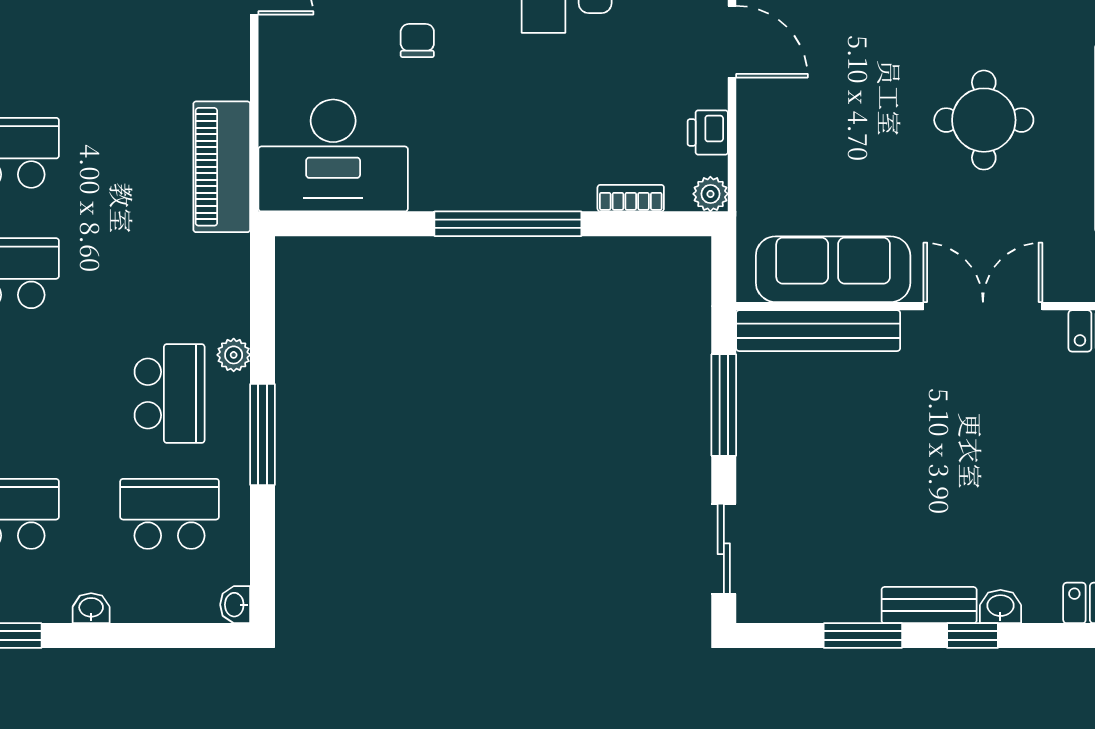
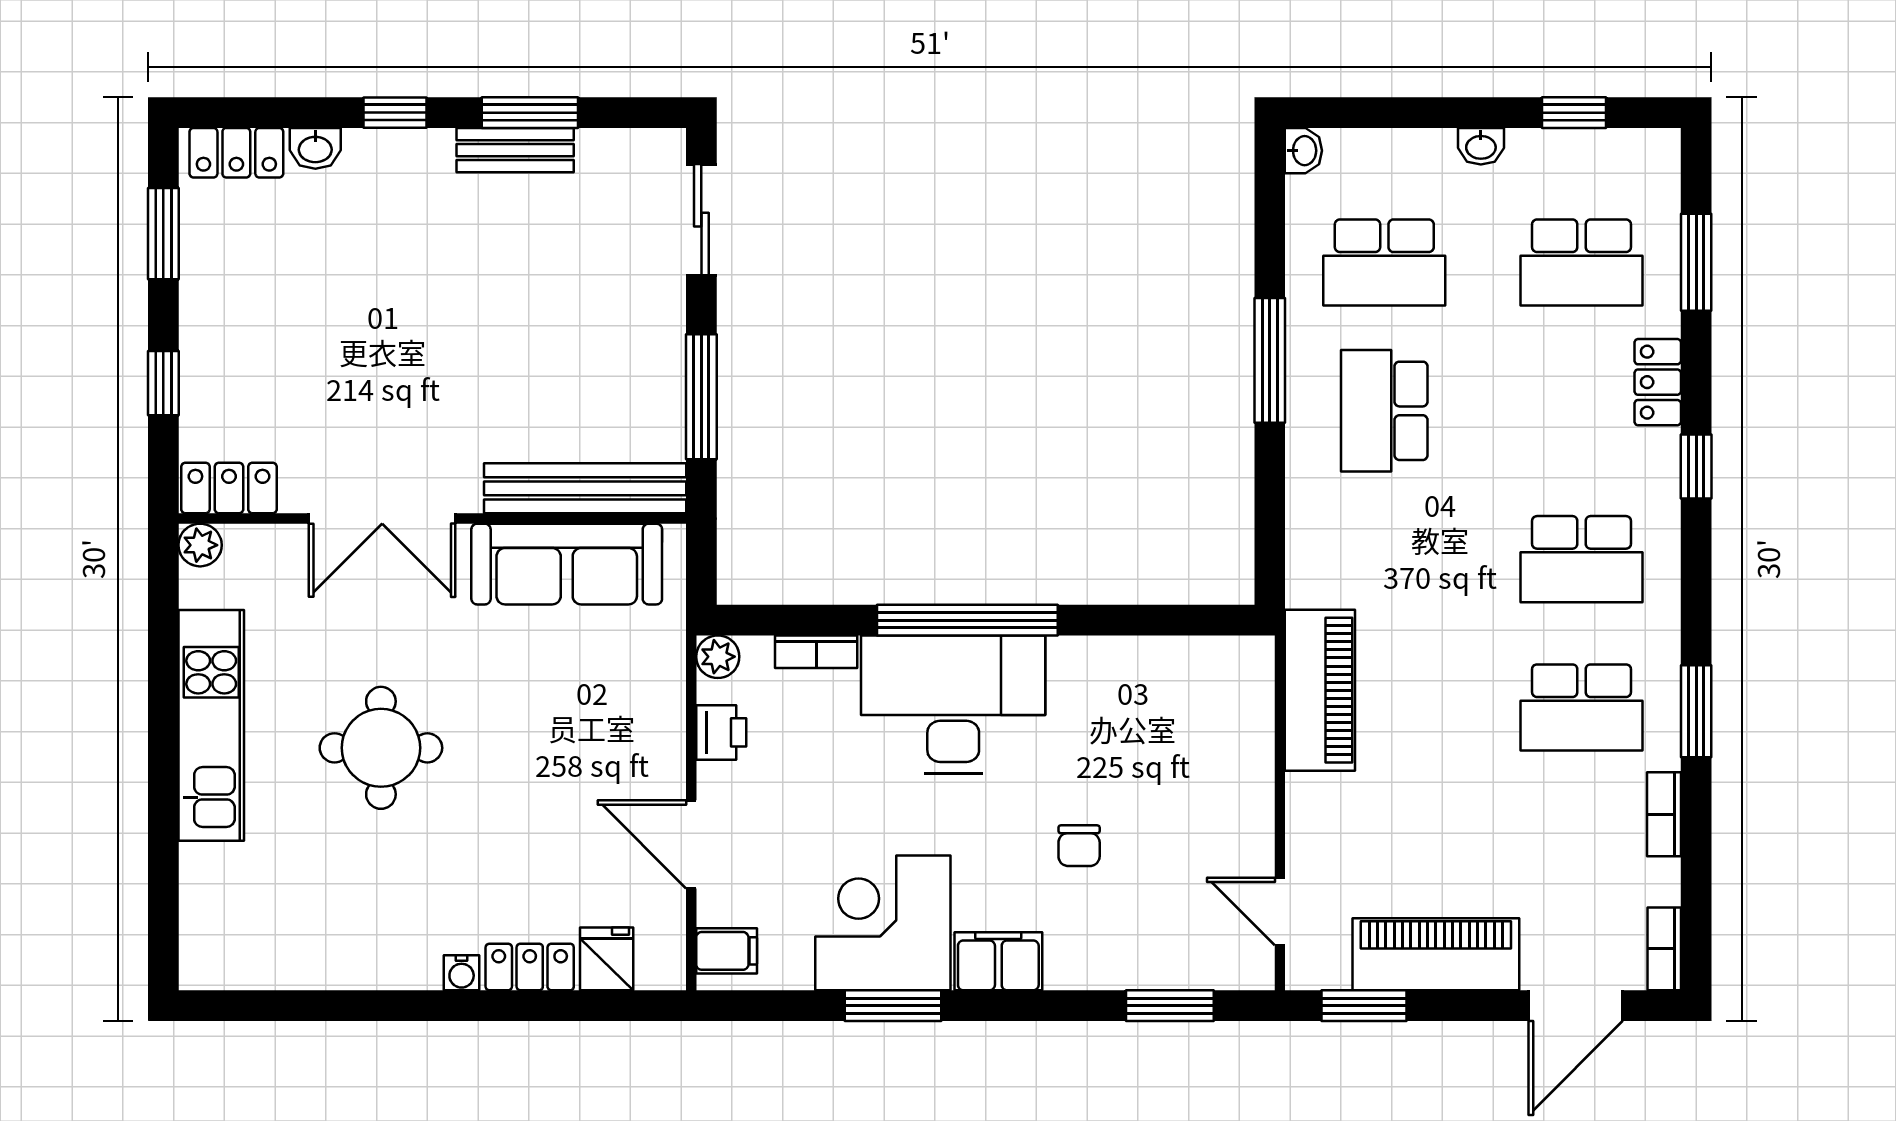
desk: (333, 155) -> (953, 704), moved
plant: (234, 355) -> (1305, 458), removed
bench: (929, 605) -> (515, 150), moved
washbasin: (1000, 607) -> (315, 148), moved

